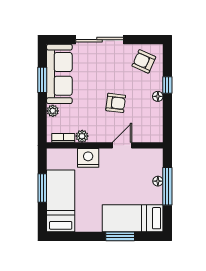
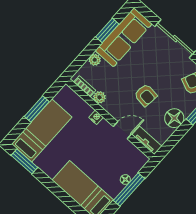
floor lamp: (158, 96) -> (174, 118), width x1.89, depth x1.89
tv unit: (148, 137) -> (147, 140), added
nightstand: (88, 158) -> (96, 117), width x0.53, depth x0.56
window: (120, 236) -> (24, 161), moved

